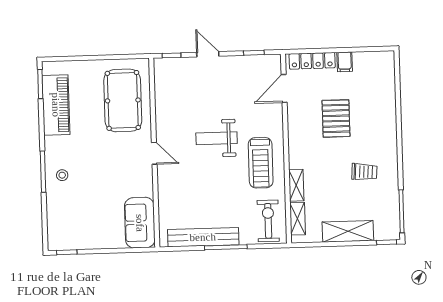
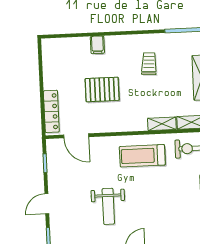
filing cabinet: (345, 62) -> (97, 45), moved, turned 90
weight bench: (217, 138) -> (108, 206), moved
treadmill: (261, 163) -> (142, 156), turned 180

